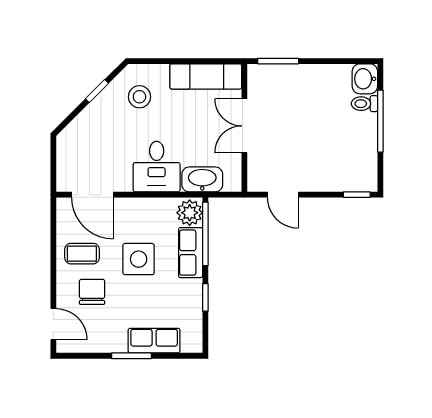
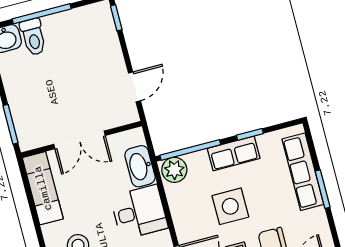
toilet: (364, 104) -> (33, 37), width x1.37, depth x1.39
row of seats: (191, 253) -> (234, 153), moved
row of seats: (154, 341) -> (303, 172), width x1.48

